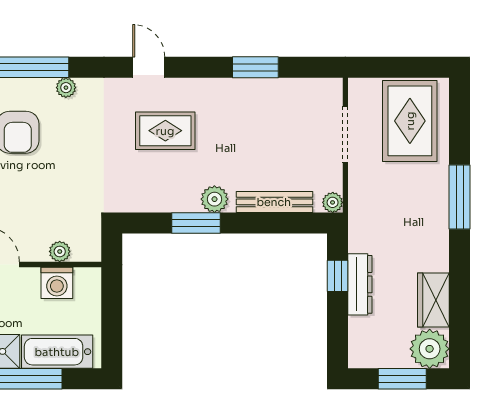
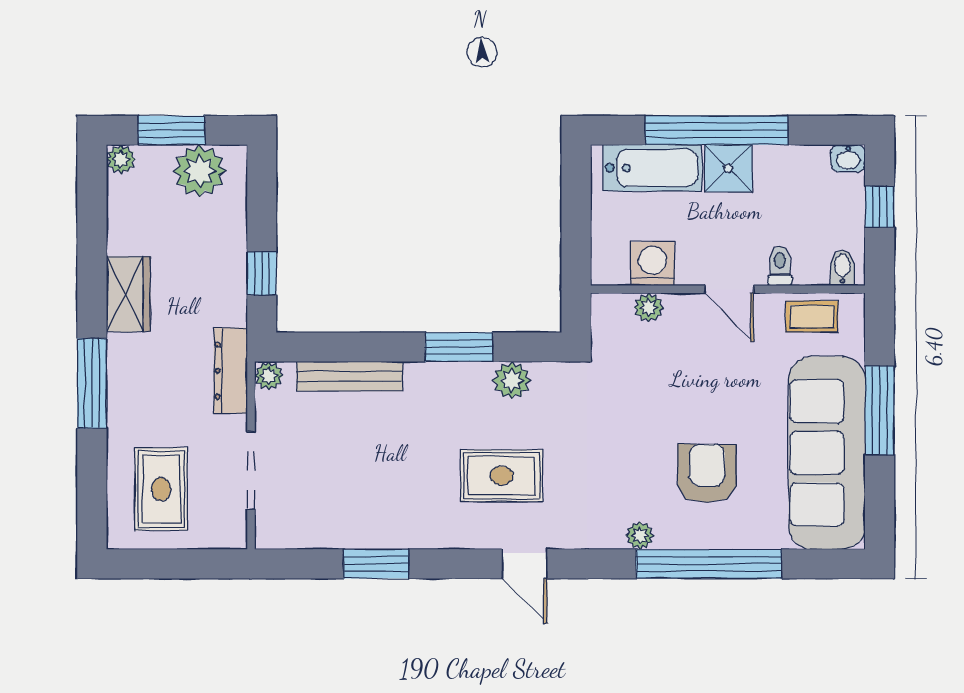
rug: (410, 121) -> (161, 489), width x0.73, depth x0.70
plant: (214, 199) -> (512, 380), moved
dresser: (360, 284) -> (231, 371), moved
wardrobe: (433, 300) -> (128, 294), moved
plant: (430, 349) -> (121, 159), width x0.53, depth x0.53
plant: (382, 350) -> (200, 171), added

